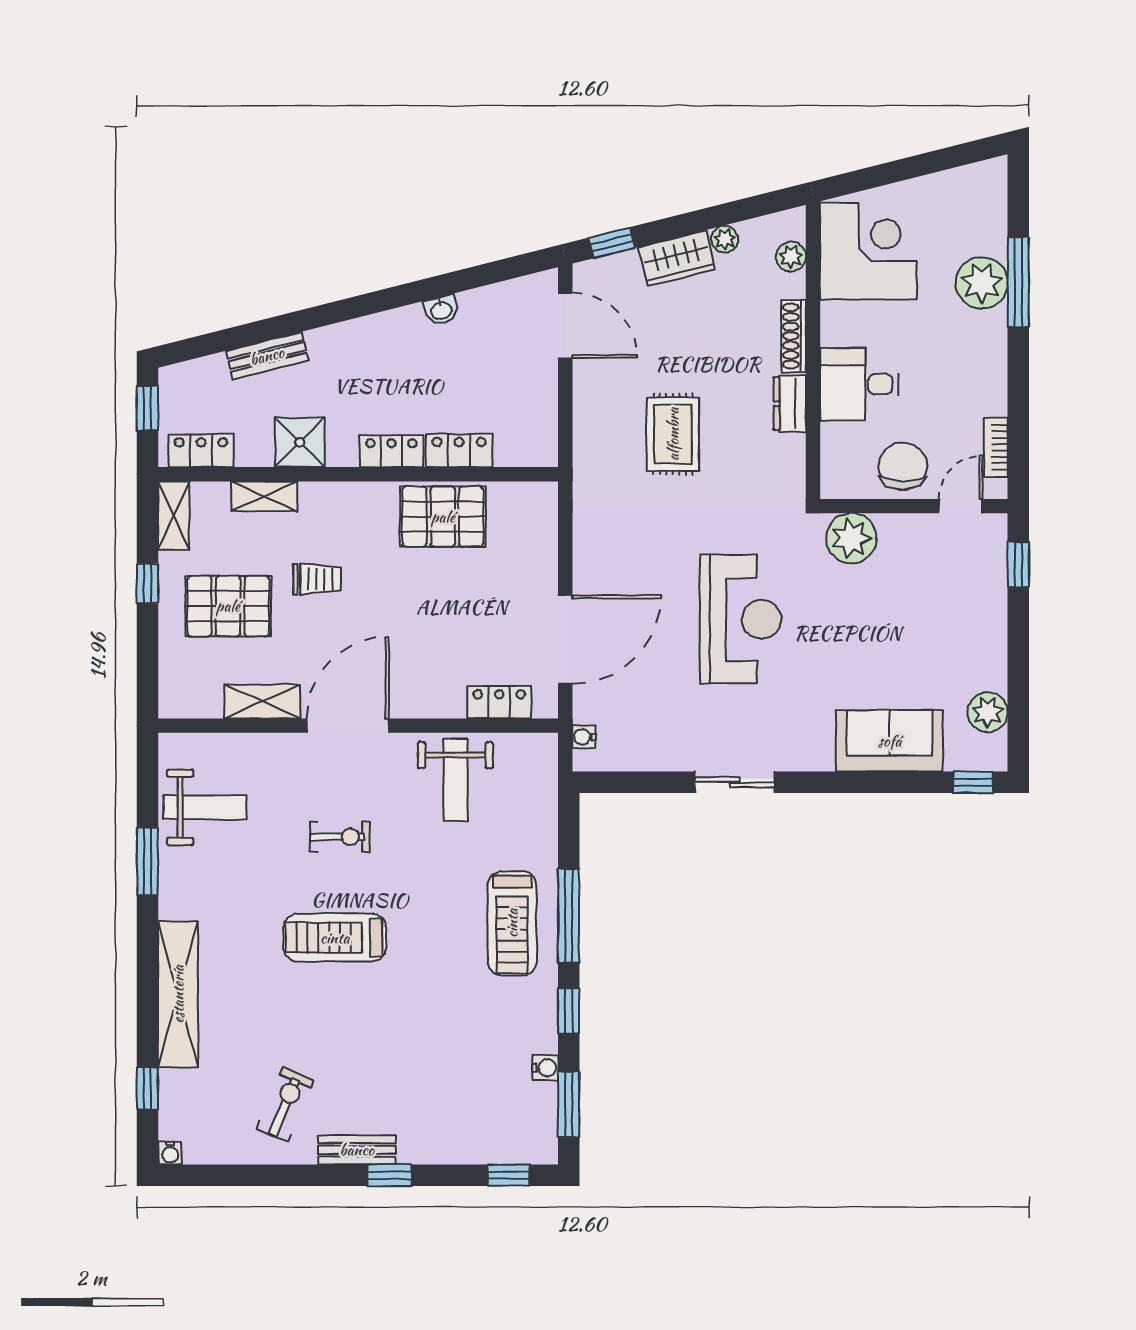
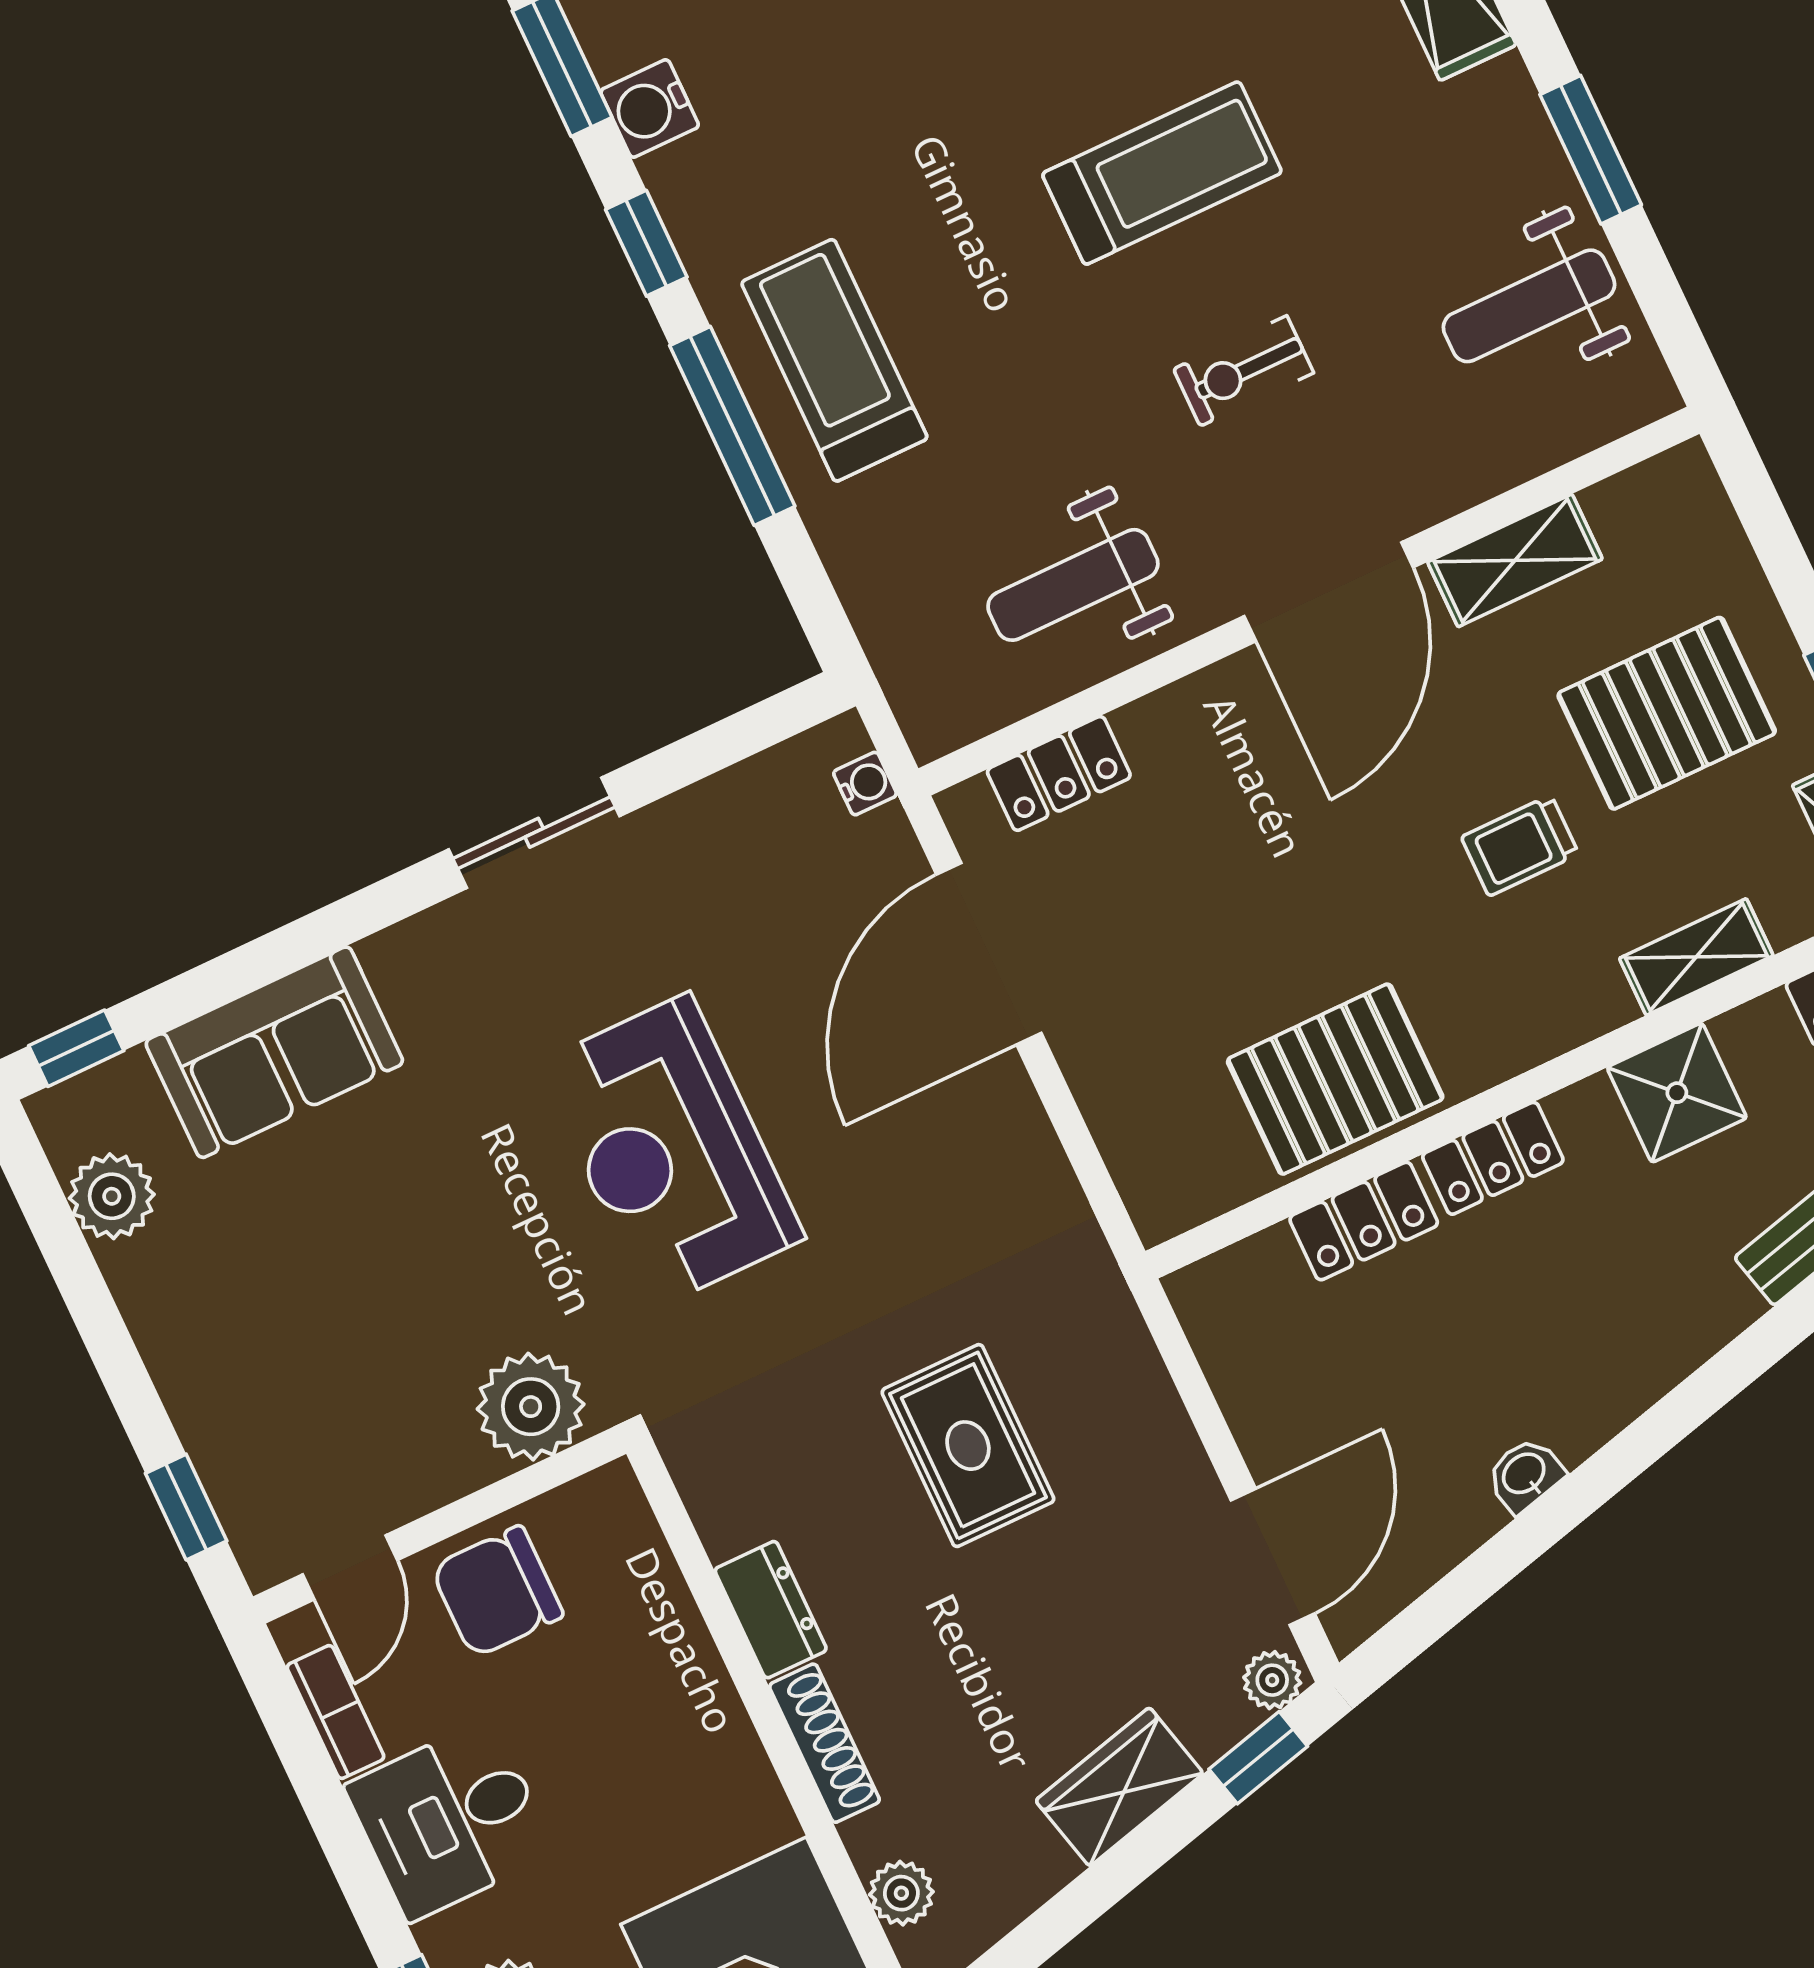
plant: (725, 239) -> (1272, 1680), moved
door: (565, 325) -> (1273, 1557), swing flipped
desk: (859, 384) -> (450, 1820), moved, turned 180
chair: (903, 466) -> (497, 1592), turned 90
weight bench: (455, 780) -> (1073, 585), turned -90
water cooler: (545, 1068) -> (650, 109), width x1.38, depth x1.38

